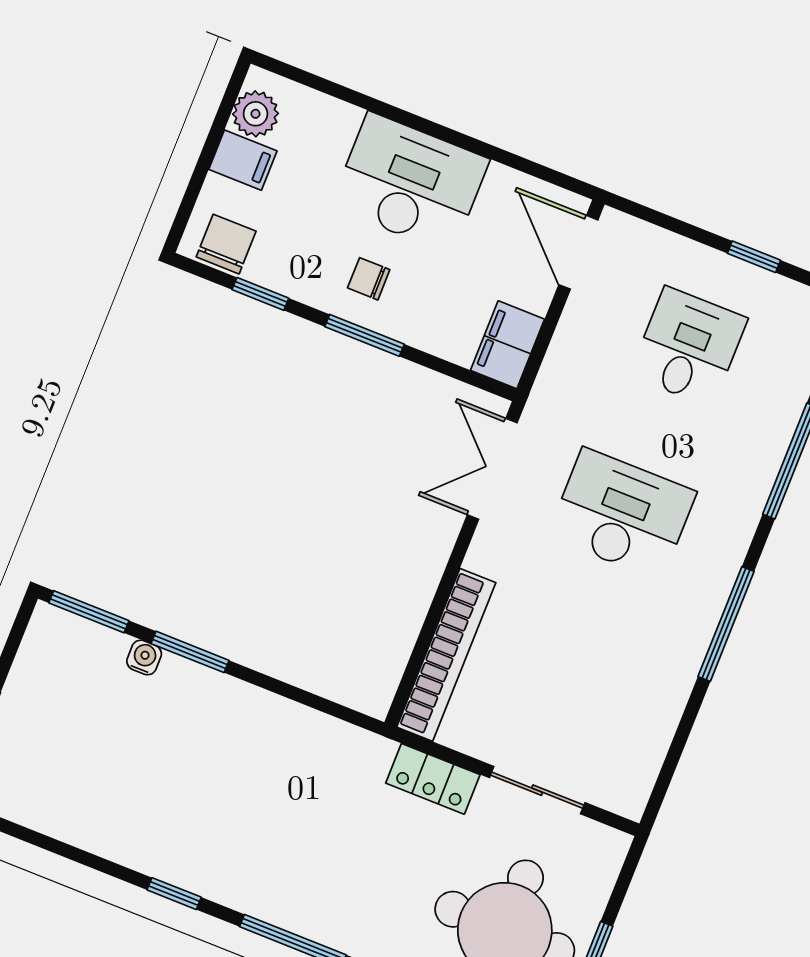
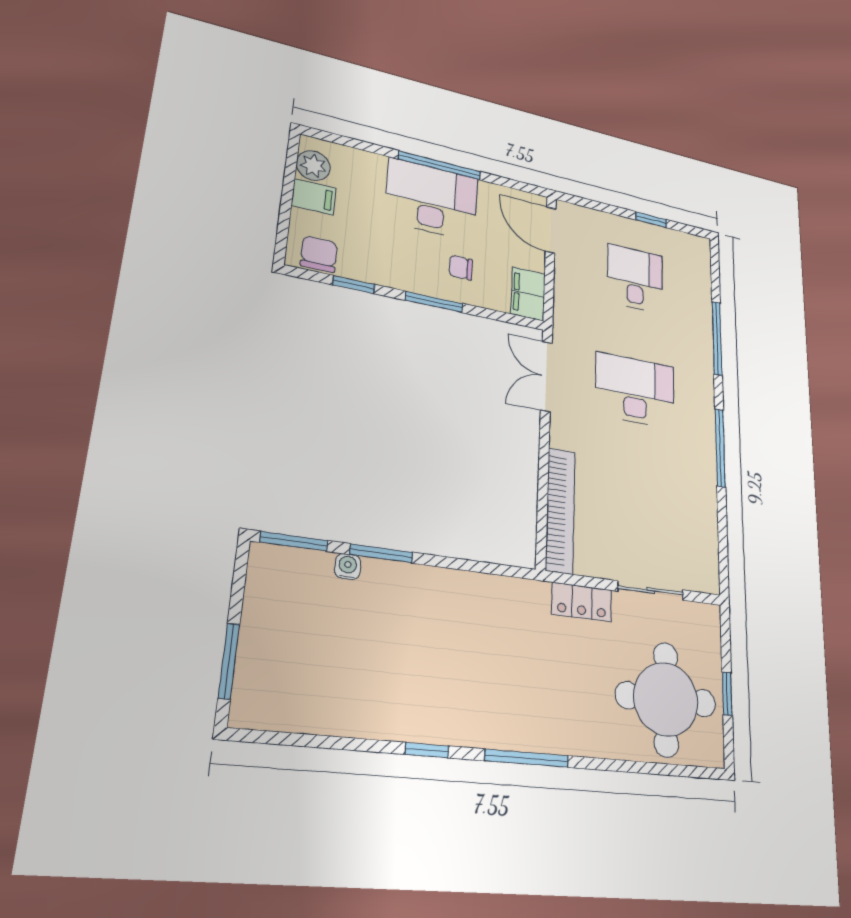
window: (439, 132) -> (440, 165), added
chair: (369, 279) -> (461, 268), moved

